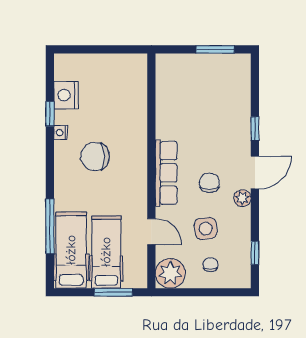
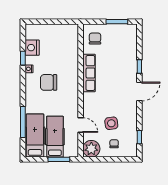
row of seats: (166, 173) -> (89, 73), moved
chair: (209, 183) -> (95, 39), moved
plant: (242, 198) -> (132, 106), removed

